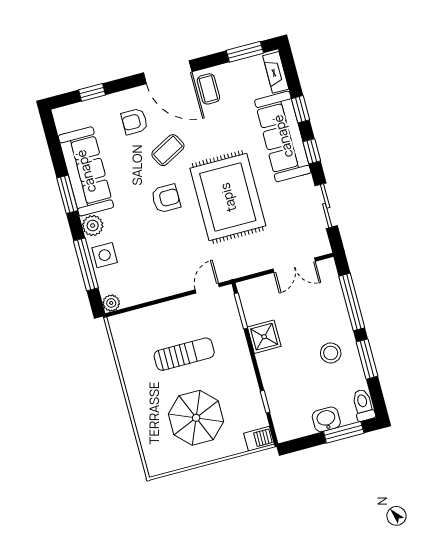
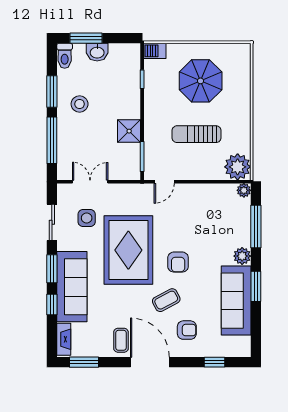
window: (312, 151) -> (52, 269), width x1.50
armchair: (166, 198) -> (178, 262), turned -90
side table: (105, 255) -> (87, 218), moved
plant: (126, 329) -> (238, 167), added

